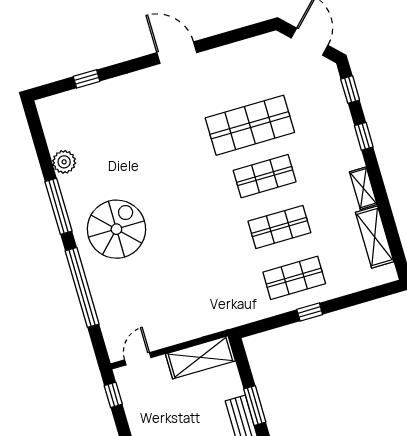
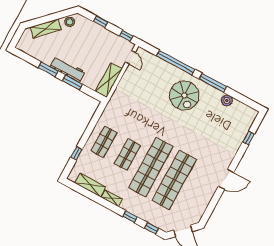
shop shelf: (250, 125) -> (174, 180), width x1.40
shop shelf: (265, 176) -> (151, 167), width x2.00, depth x1.36
window: (310, 312) -> (76, 153), moved

